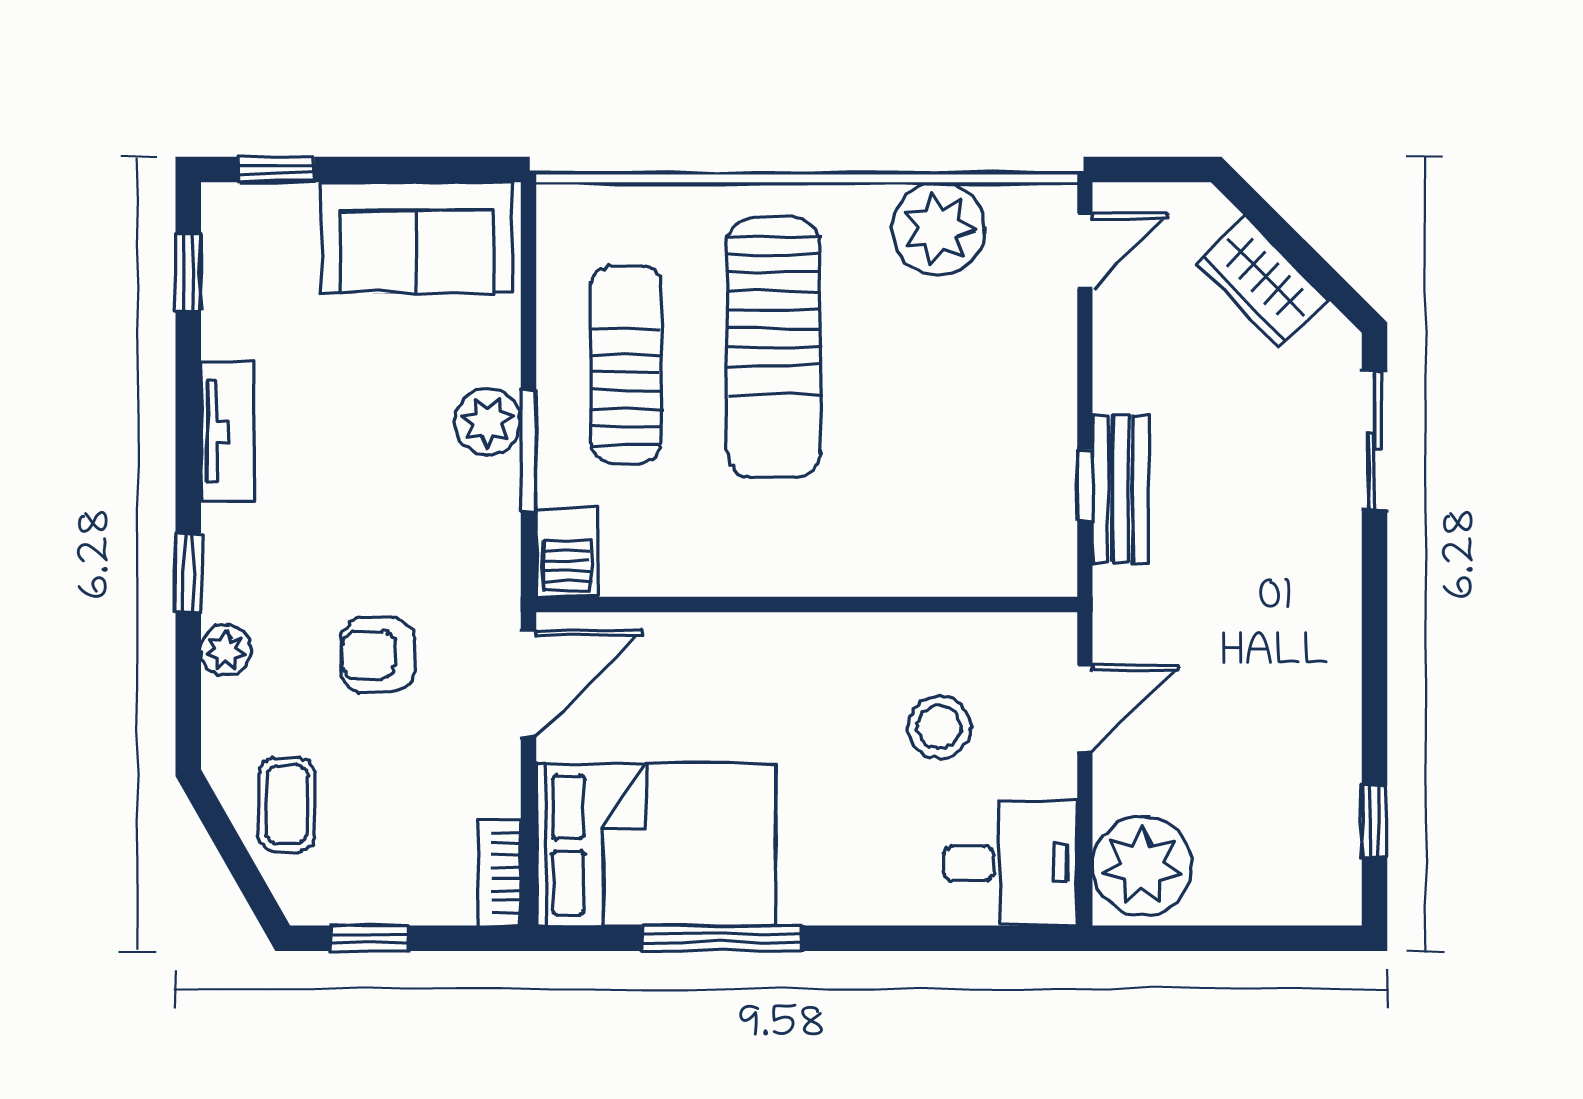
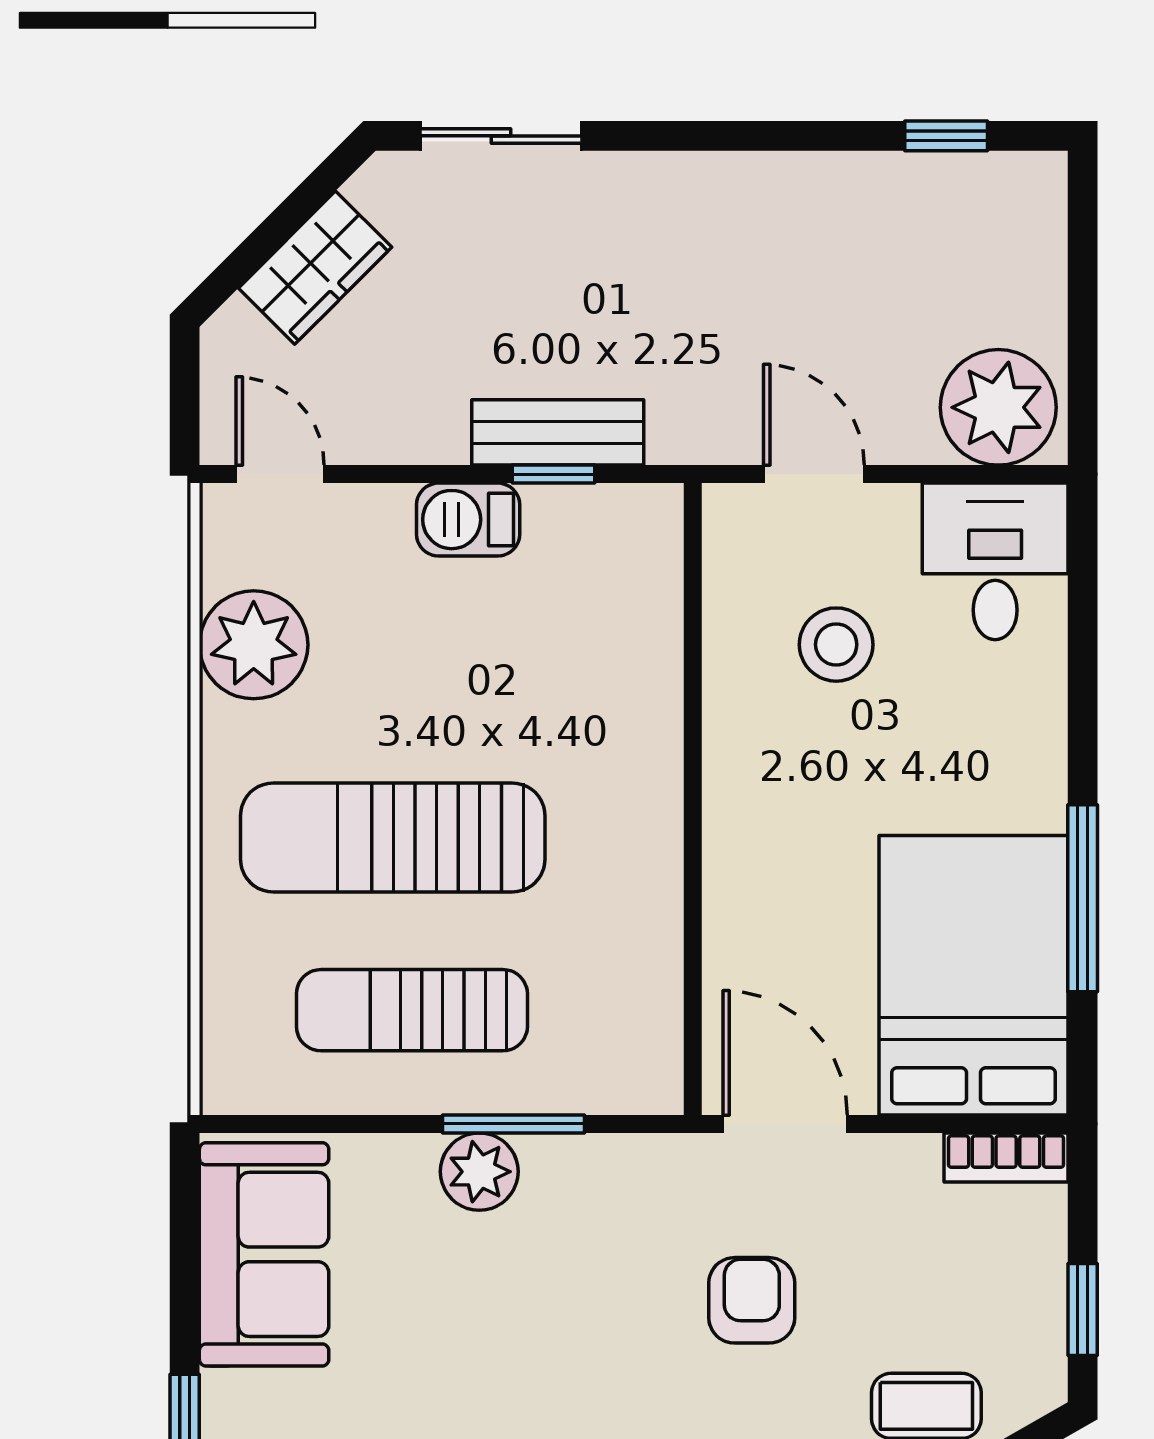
sun lounger: (774, 348) -> (393, 837), turned 180
barbecue: (567, 553) -> (468, 520), moved, turned 180
armchair: (377, 655) -> (752, 1300), turned 180

